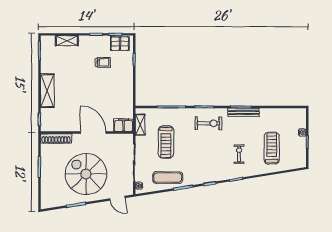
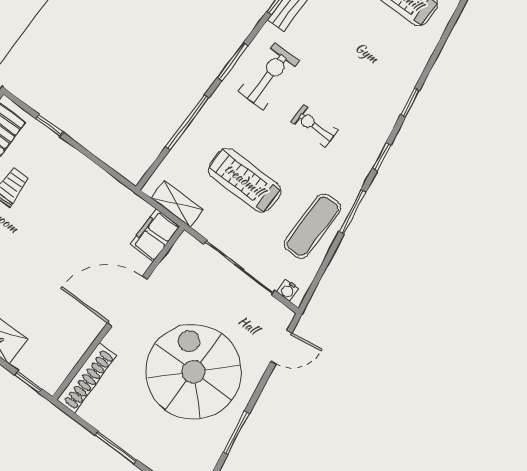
treadmill: (166, 142) -> (244, 180), turned 180
exercise bike: (239, 154) -> (314, 126), moved
spiral stairs: (86, 174) -> (193, 372), turned 90

